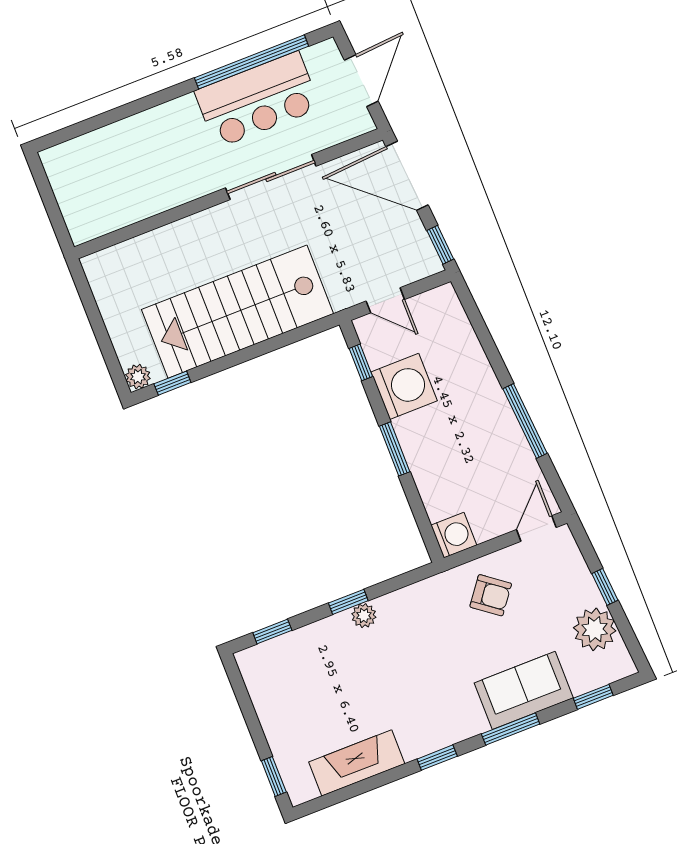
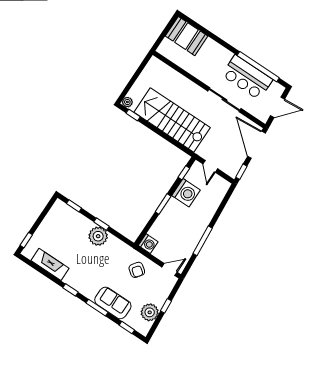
booth: (88, 164) -> (187, 36), added
plant: (364, 616) -> (98, 236), width x1.88, depth x1.88

